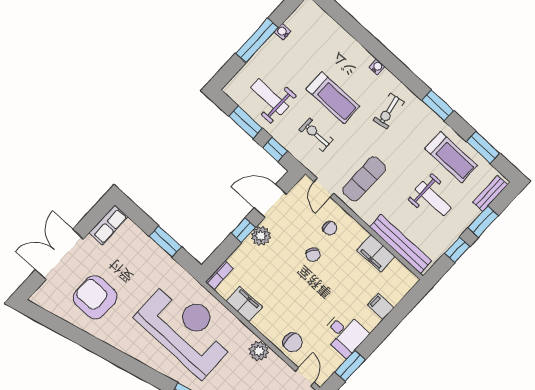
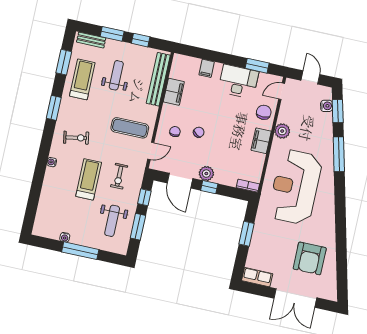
filing cabinet: (244, 304) -> (261, 141), moved
desk: (345, 334) -> (238, 81), width x1.37

